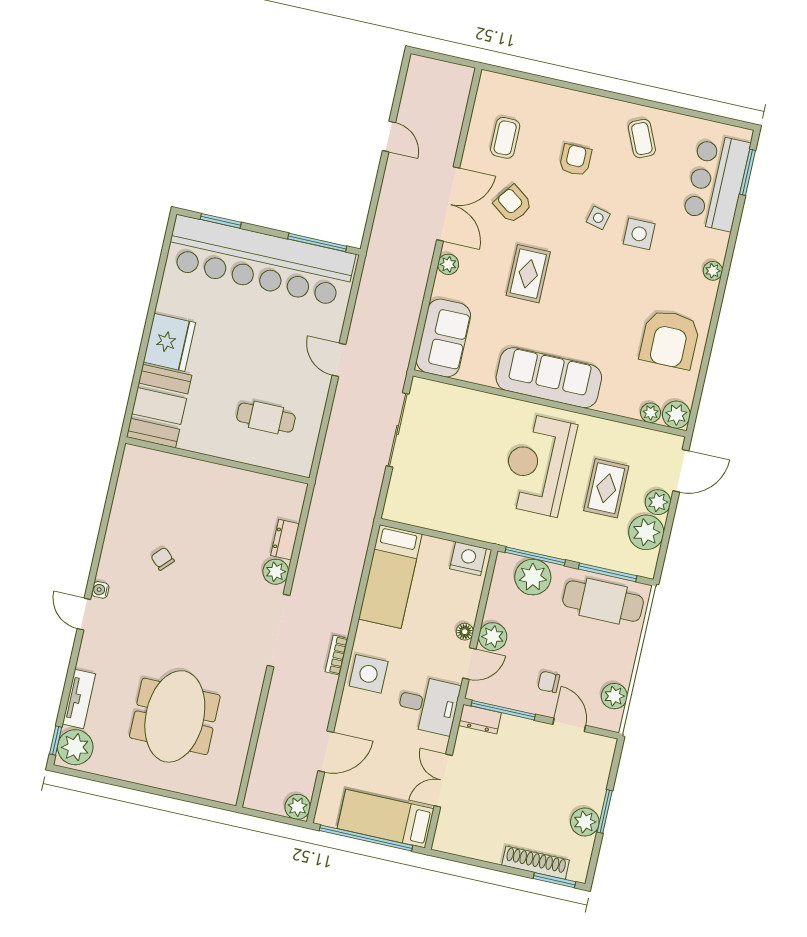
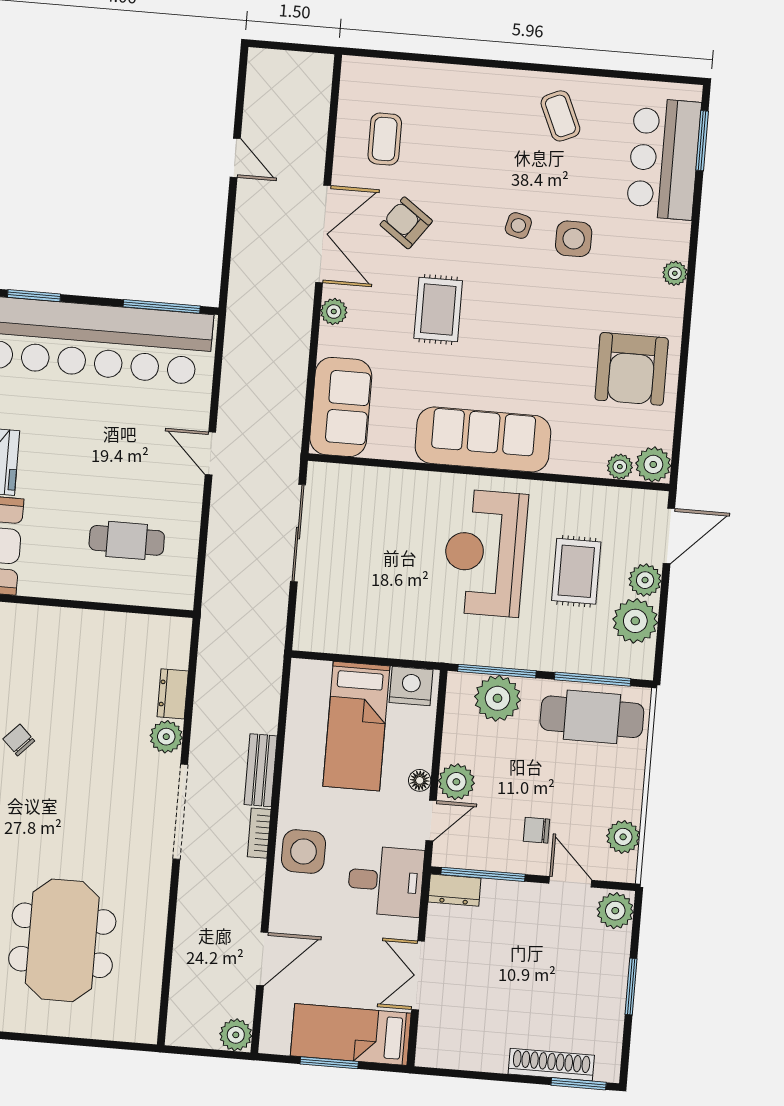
armchair: (575, 160) -> (479, 155), removed
bed: (390, 576) -> (356, 726), moved
bench: (344, 607) -> (261, 770), added
plant: (585, 822) -> (615, 911), moved
window: (366, 838) -> (329, 1063), width x0.47

